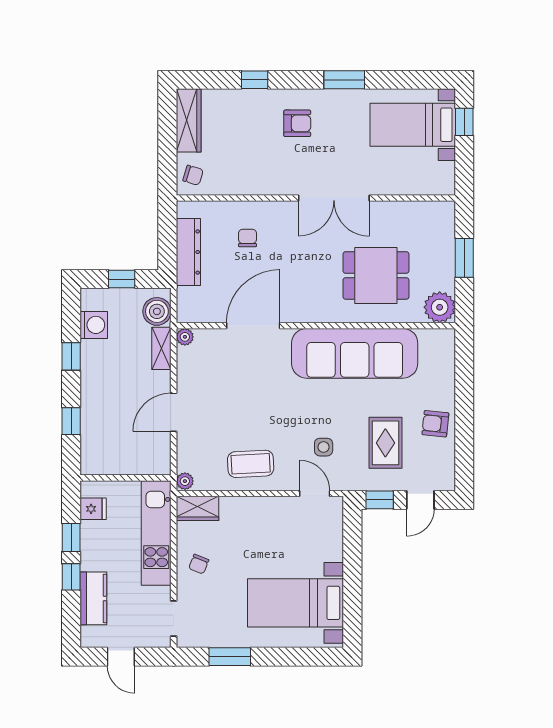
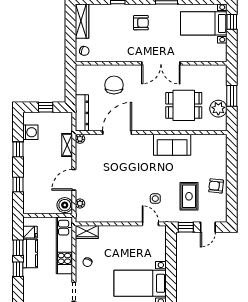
chair: (248, 238) -> (114, 85), width x1.87, depth x1.87
dresser: (188, 252) -> (82, 113), moved
plant: (440, 307) -> (218, 109), moved
boiler: (157, 311) -> (65, 205), moved
sofa: (355, 353) -> (172, 145), width x0.54, depth x0.79
coffee table: (251, 464) -> (116, 208), removed
plant: (185, 481) -> (80, 204), moved
kitchen counter: (93, 598) -> (30, 253), moved

